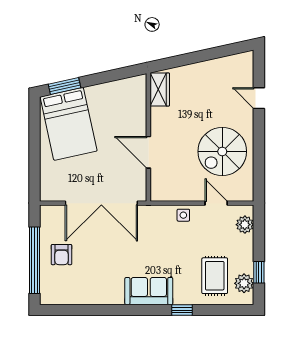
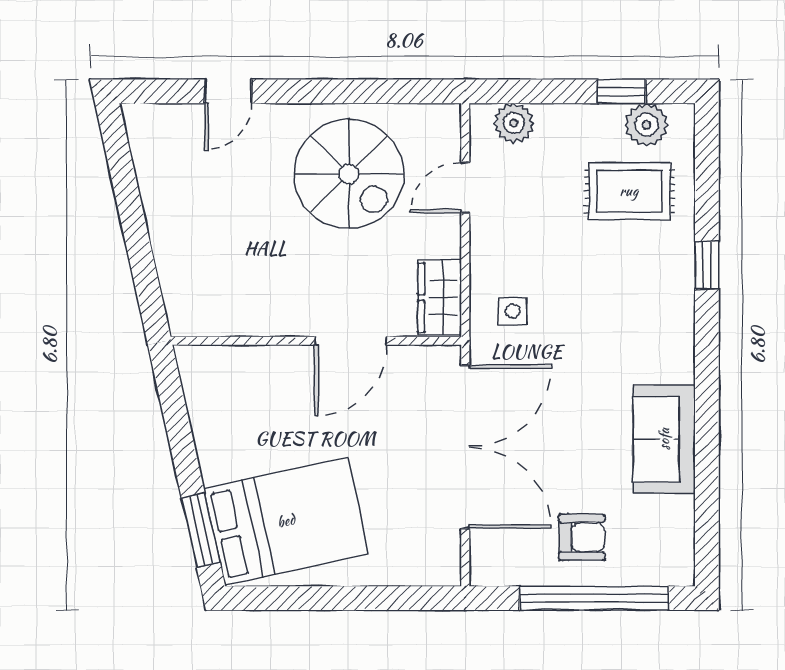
wardrobe: (160, 89) -> (440, 298), moved, turned -90
side table: (183, 215) -> (513, 311), moved
sofa: (149, 291) -> (664, 439), moved

